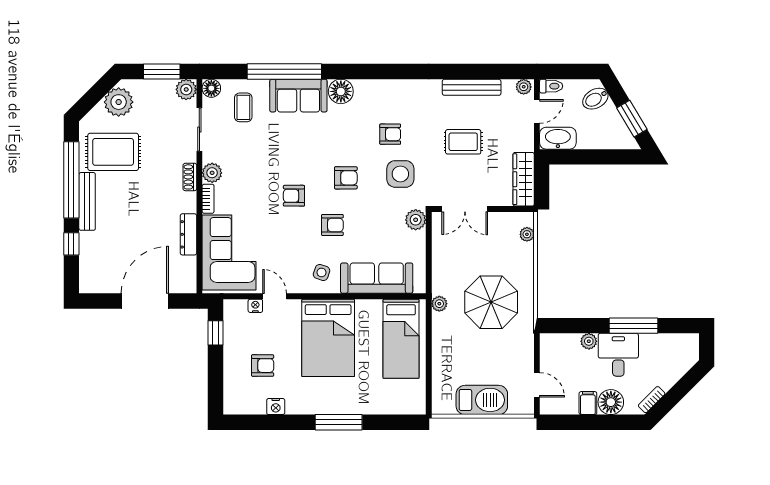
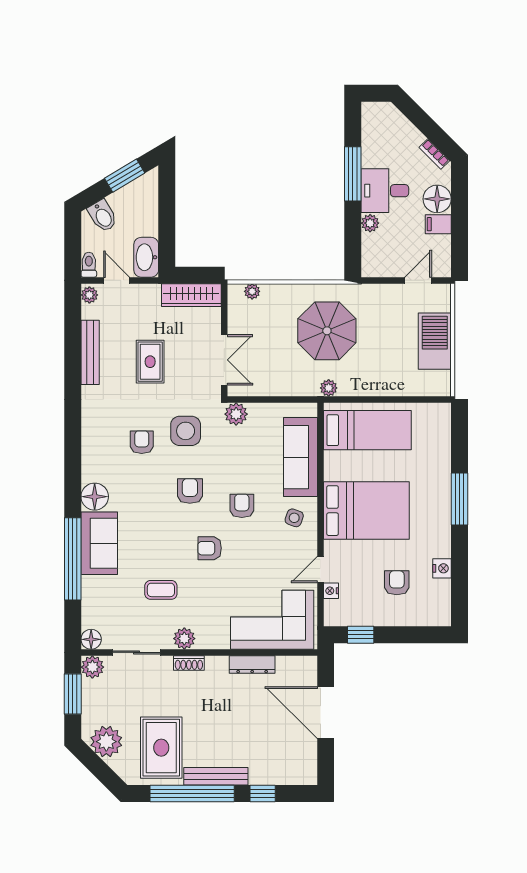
coffee table: (243, 107) -> (161, 590), moved
armchair: (294, 196) -> (210, 548), turned 90
bookcase: (208, 199) -> (213, 643), removed

